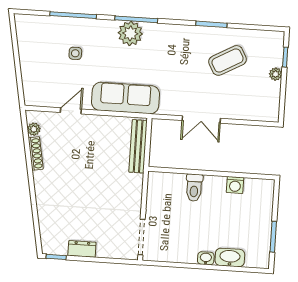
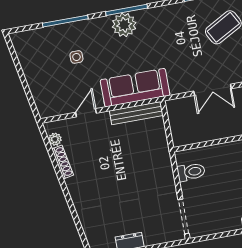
bench: (138, 146) -> (136, 113), moved, turned 90
toilet: (194, 188) -> (191, 172), moved, turned -90

